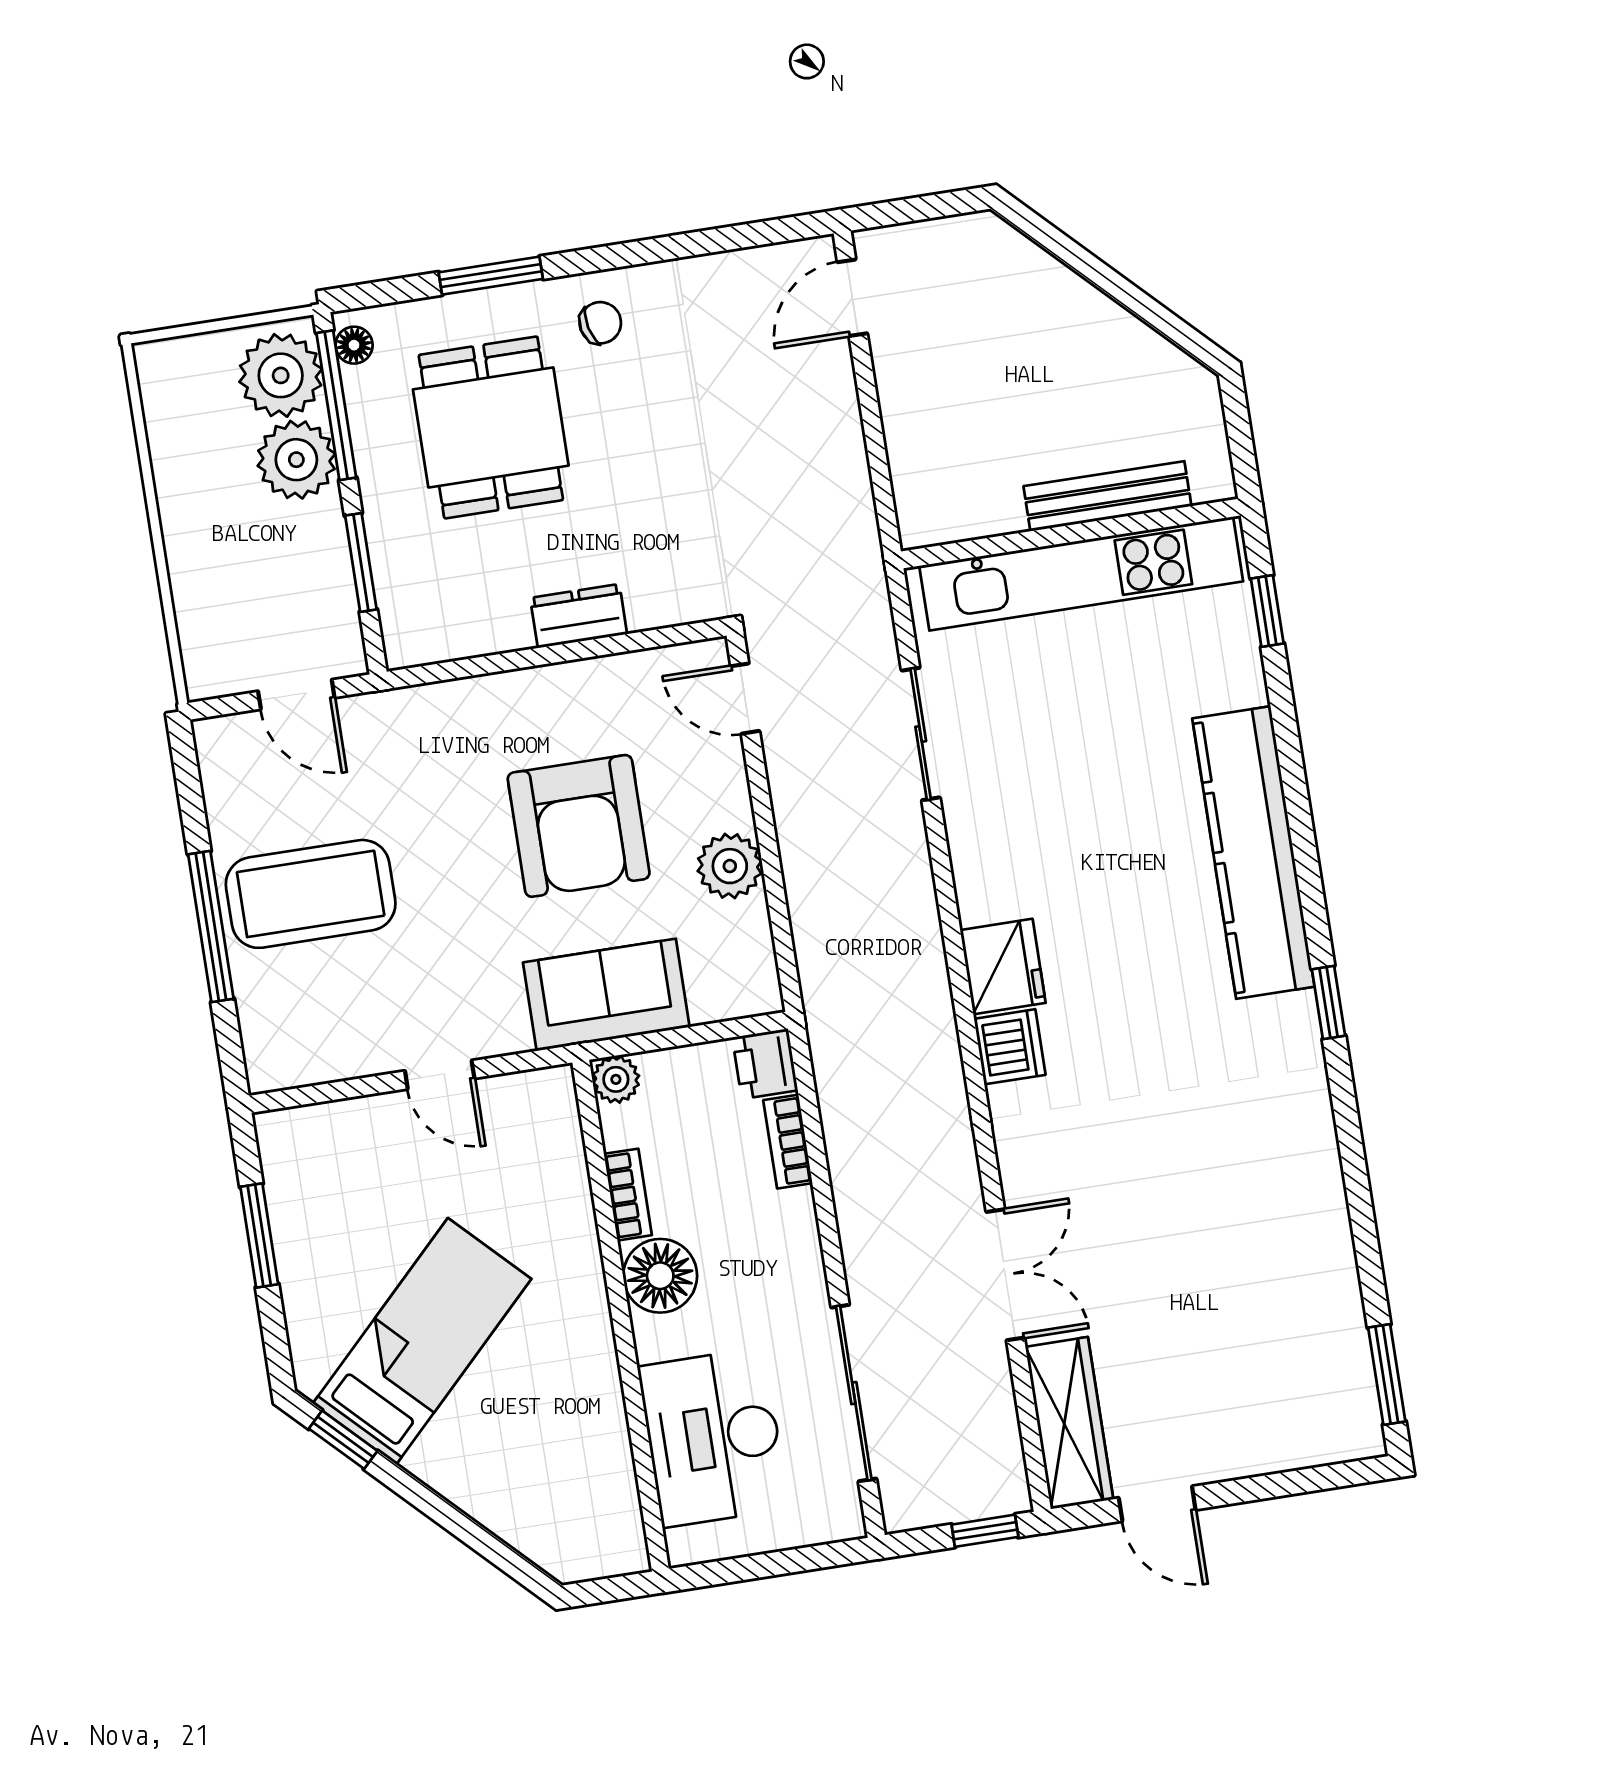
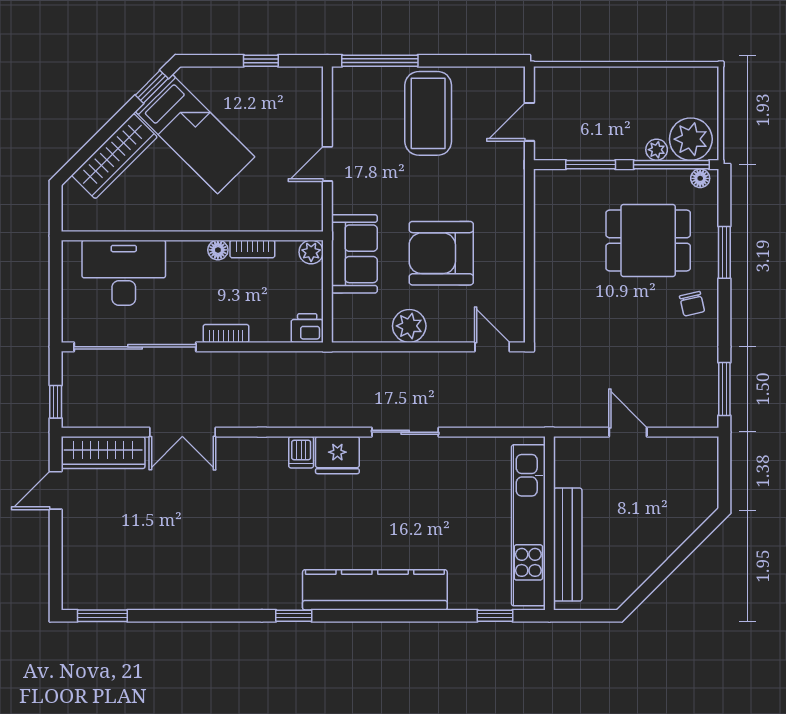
window: (756, 234) -> (724, 389), added
door: (852, 298) -> (628, 432), moved
plant: (296, 460) -> (657, 150), width x0.53, depth x0.53
bench: (1107, 496) -> (568, 545), width x1.37, depth x1.21
dresser: (579, 616) -> (547, 270), removed
door: (745, 699) -> (492, 347), hinge flipped
sliding door: (921, 734) -> (405, 432), moved
window: (211, 927) -> (380, 61), moved
dishwasher: (1010, 1047) -> (301, 452), width x0.73
bookcase: (788, 1142) -> (226, 333), moved
window: (259, 1236) -> (261, 61), width x0.67
floor lamp: (660, 1276) -> (218, 250), width x0.53, depth x0.53
sliding door: (854, 1393) -> (135, 347), width x1.36
wardrobe: (489, 1491) -> (114, 156), added

